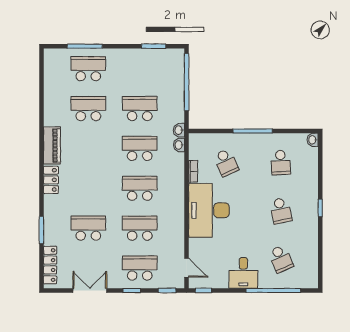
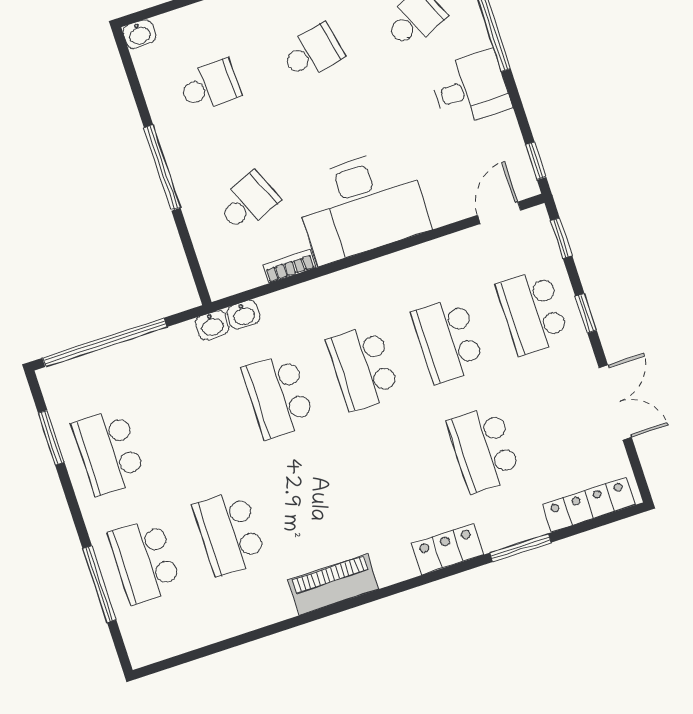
school desk: (140, 109) -> (109, 451), moved
locker: (51, 180) -> (448, 549), moved
double door: (90, 290) -> (615, 403), swing flipped

